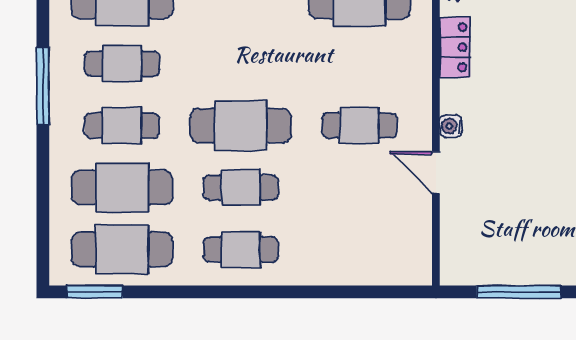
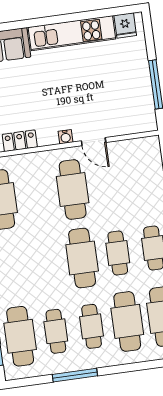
cafe table: (359, 126) -> (73, 190), width x1.37, depth x1.35
door: (436, 173) -> (94, 142), hinge flipped

